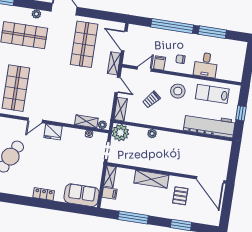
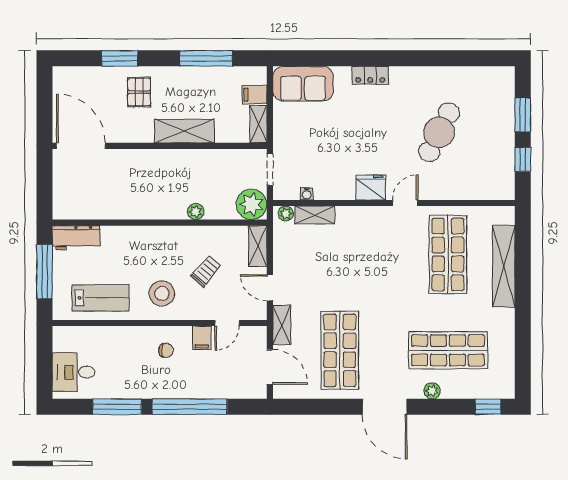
desk: (206, 65) -> (74, 372), moved, turned -90
window: (241, 113) -> (45, 272), width x2.17
workbench: (209, 125) -> (76, 238), width x0.53, depth x0.76
pallet: (180, 196) -> (139, 92), moved

